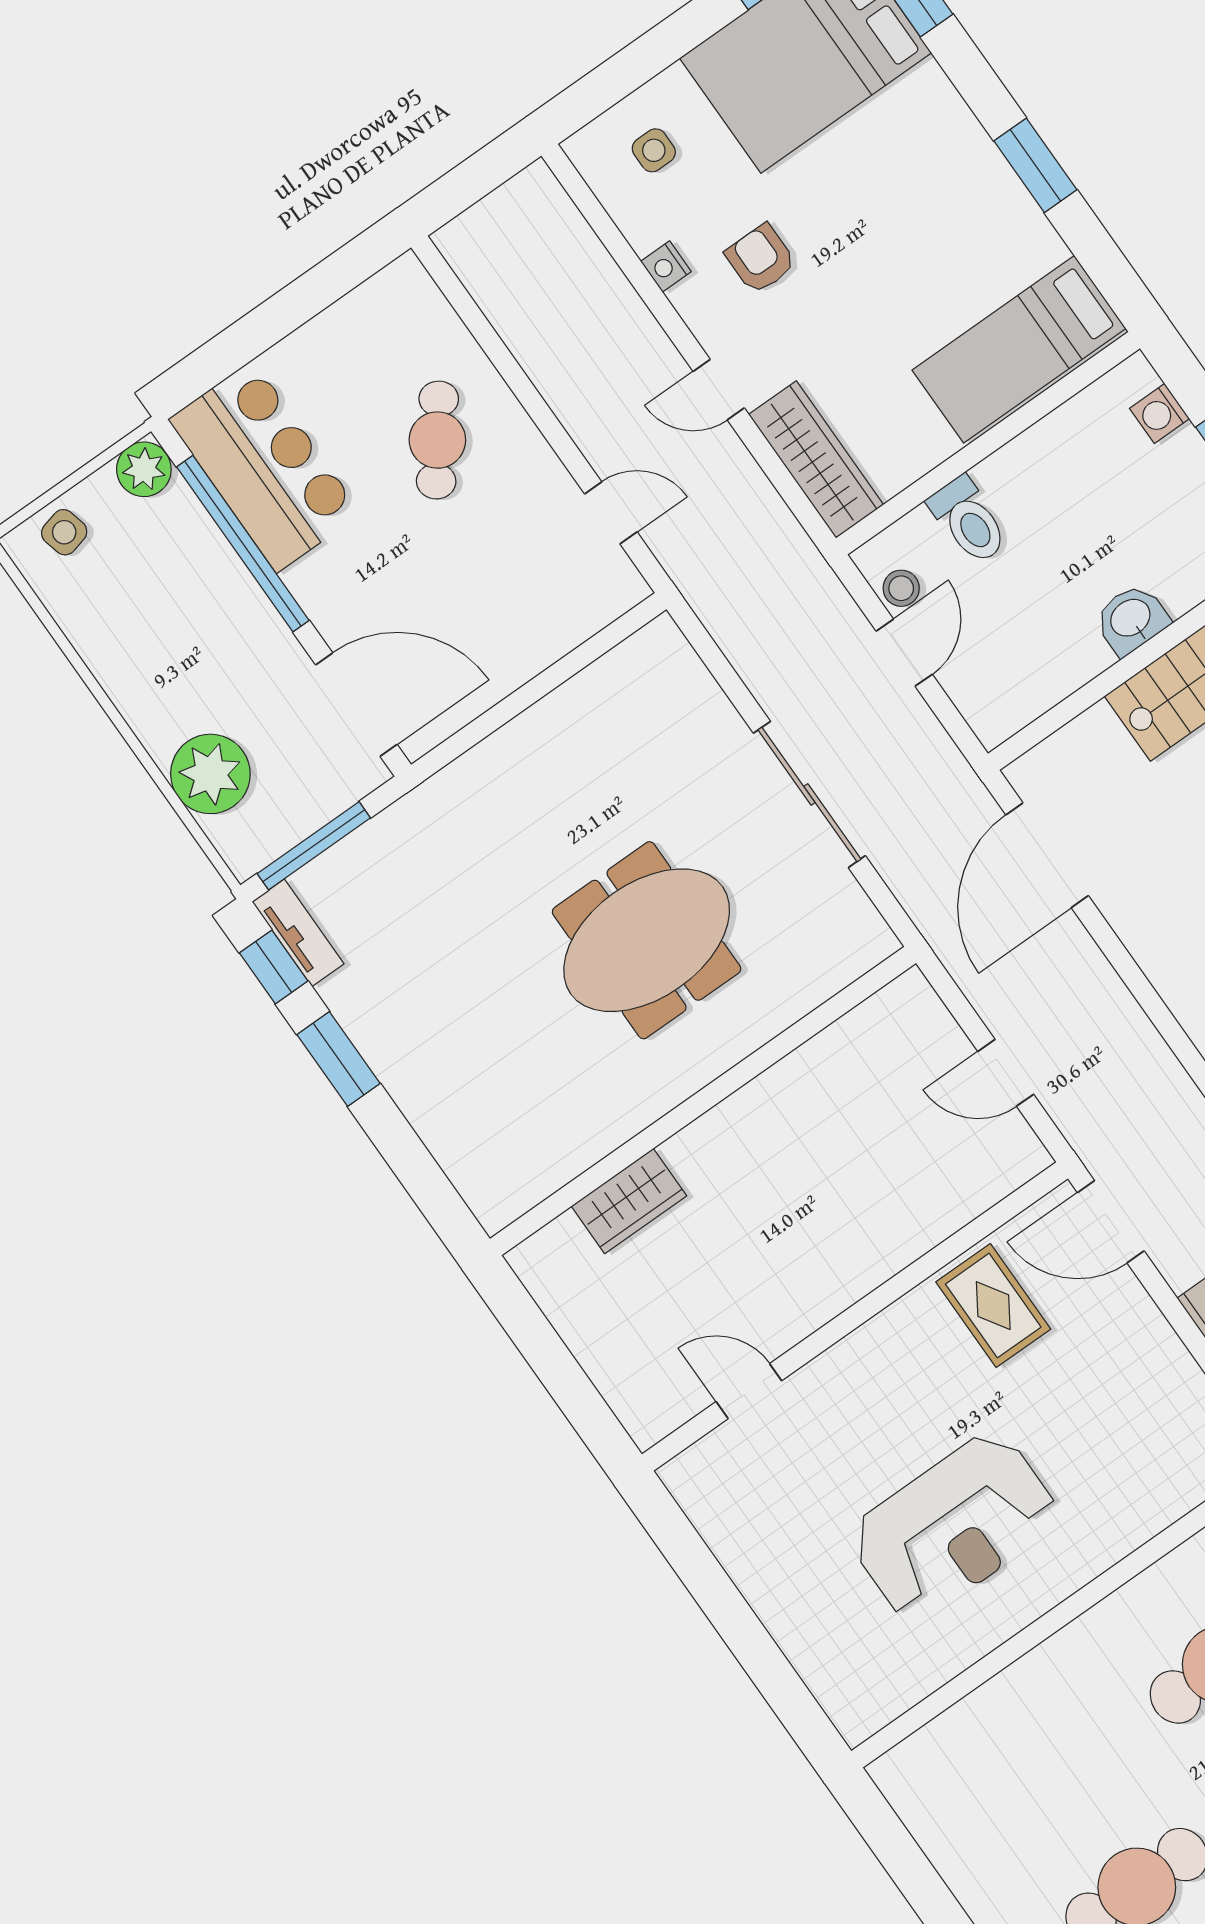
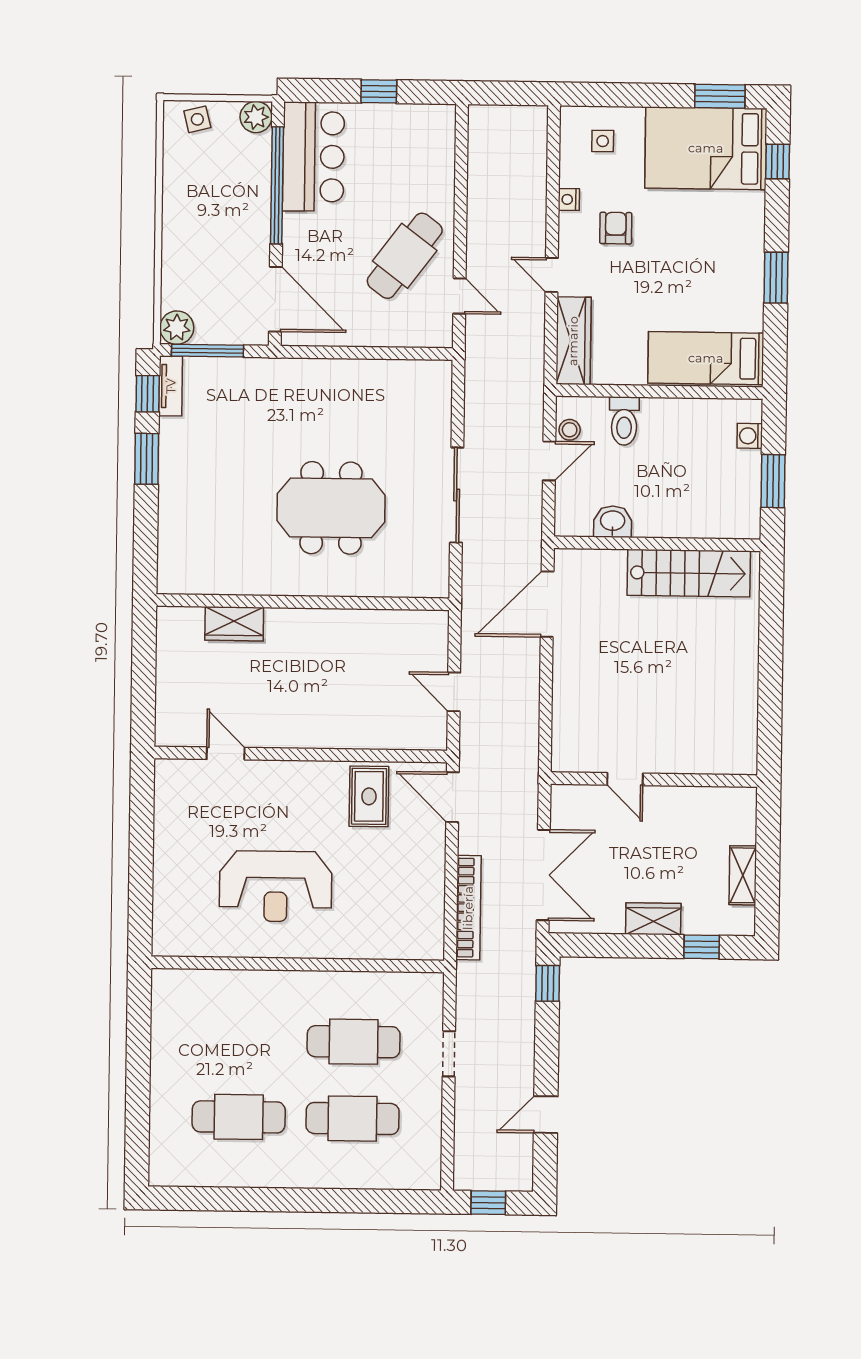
window: (290, 308) -> (379, 91), added
cafe table: (437, 440) -> (405, 256), moved, width x1.37, depth x1.35
washbasin: (1131, 619) -> (613, 522), moved
plant: (210, 774) -> (177, 328), moved, width x0.73, depth x0.73

